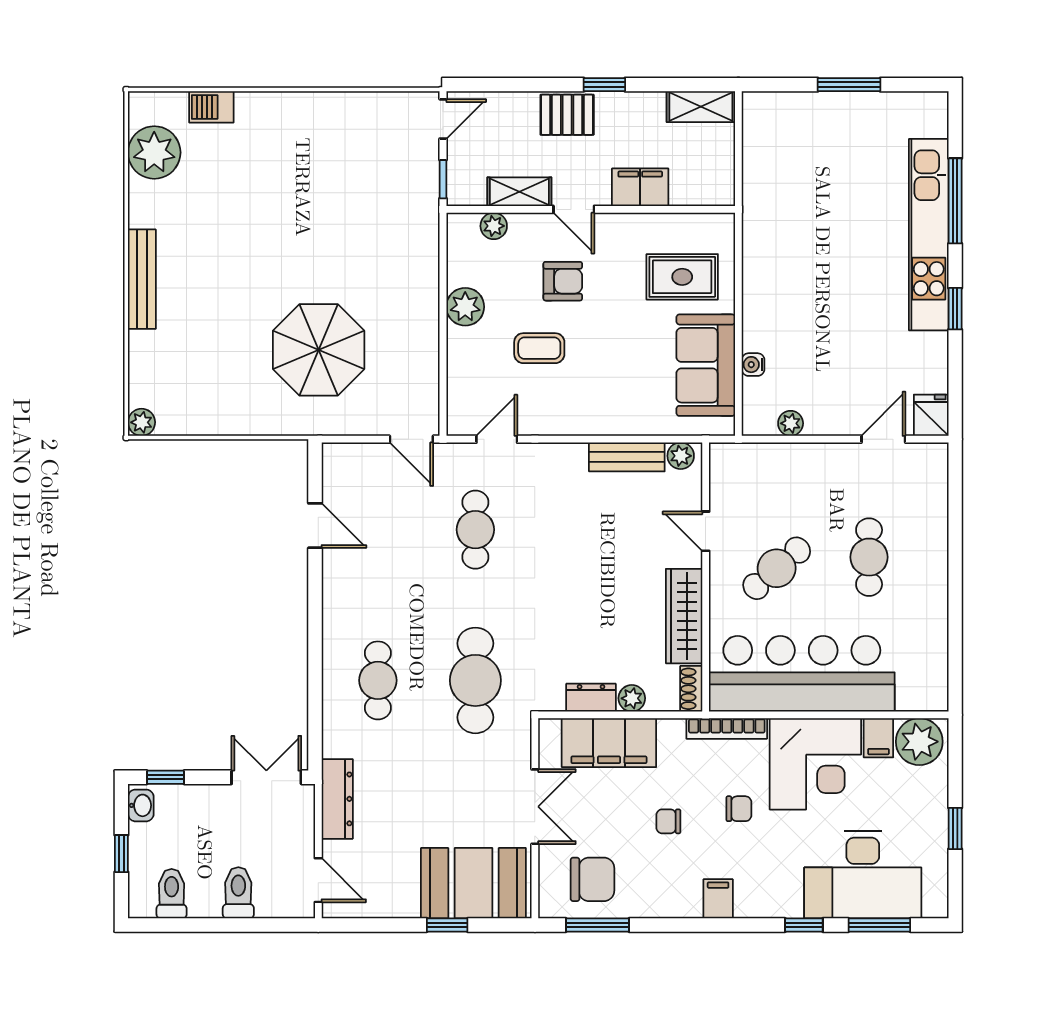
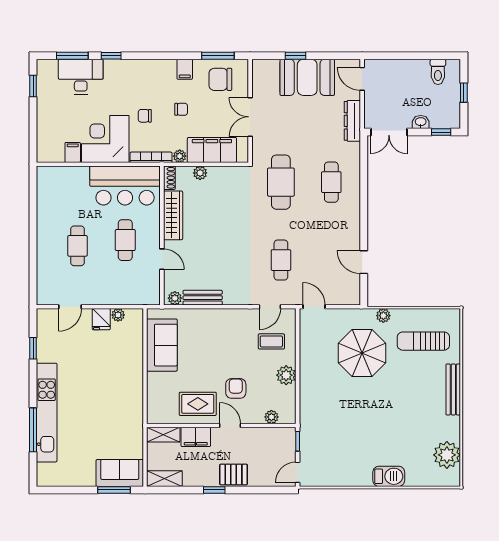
window: (849, 85) -> (114, 490), moved
barbecue: (211, 107) -> (389, 476), moved, width x1.38, depth x1.27
sofa: (787, 118) -> (120, 473), added
shelving: (519, 192) -> (163, 435), moved
rug: (682, 277) -> (198, 404), moved
armchair: (563, 281) -> (236, 388), turned 90
window: (955, 309) -> (33, 348), moved
coffee table: (539, 348) -> (271, 341), moved
water cooler: (753, 365) -> (137, 345), removed
sun lounger: (200, 373) -> (423, 341), added
fridge: (931, 415) -> (101, 319), moved
plant: (142, 422) -> (383, 316), moved
cafe table: (777, 568) -> (125, 240), turned -49
bar counter: (802, 674) -> (125, 186), width x0.73
dresser: (591, 698) -> (221, 173), removed
plant: (919, 742) -> (180, 156), moved, width x0.53, depth x0.53
washbasin: (141, 805) -> (421, 122), moved, turned 90
window: (955, 828) -> (33, 86), moved
desk: (863, 874) -> (81, 77), width x0.73, depth x0.77
booth: (473, 883) -> (307, 77), moved
toilet: (238, 893) -> (403, 72), removed
filing cabinet: (718, 899) -> (185, 69), moved

